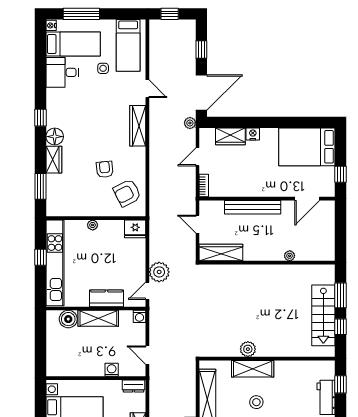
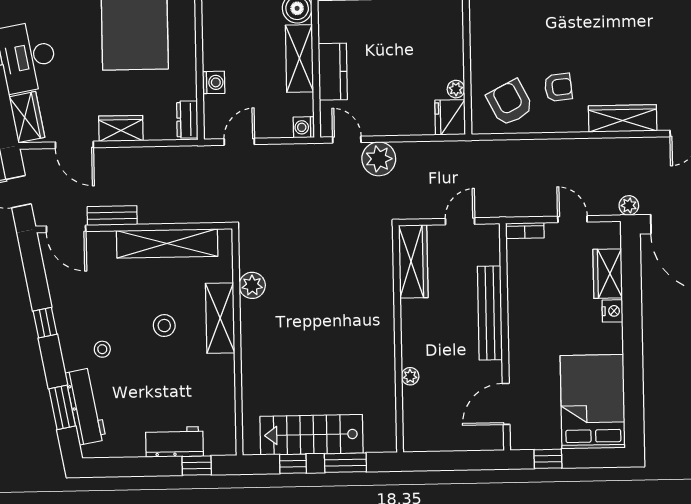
armchair: (105, 169) -> (558, 87), moved
door: (307, 199) -> (506, 404), hinge flipped
plant: (93, 225) -> (456, 89), moved
plant: (248, 349) -> (252, 285), moved

